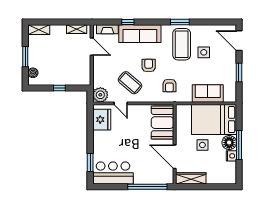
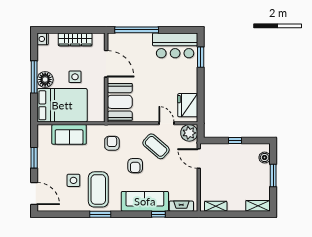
door: (92, 47) -> (199, 159), moved
nightstand: (231, 156) -> (43, 39), moved
wardrobe: (191, 178) -> (75, 39), moved

